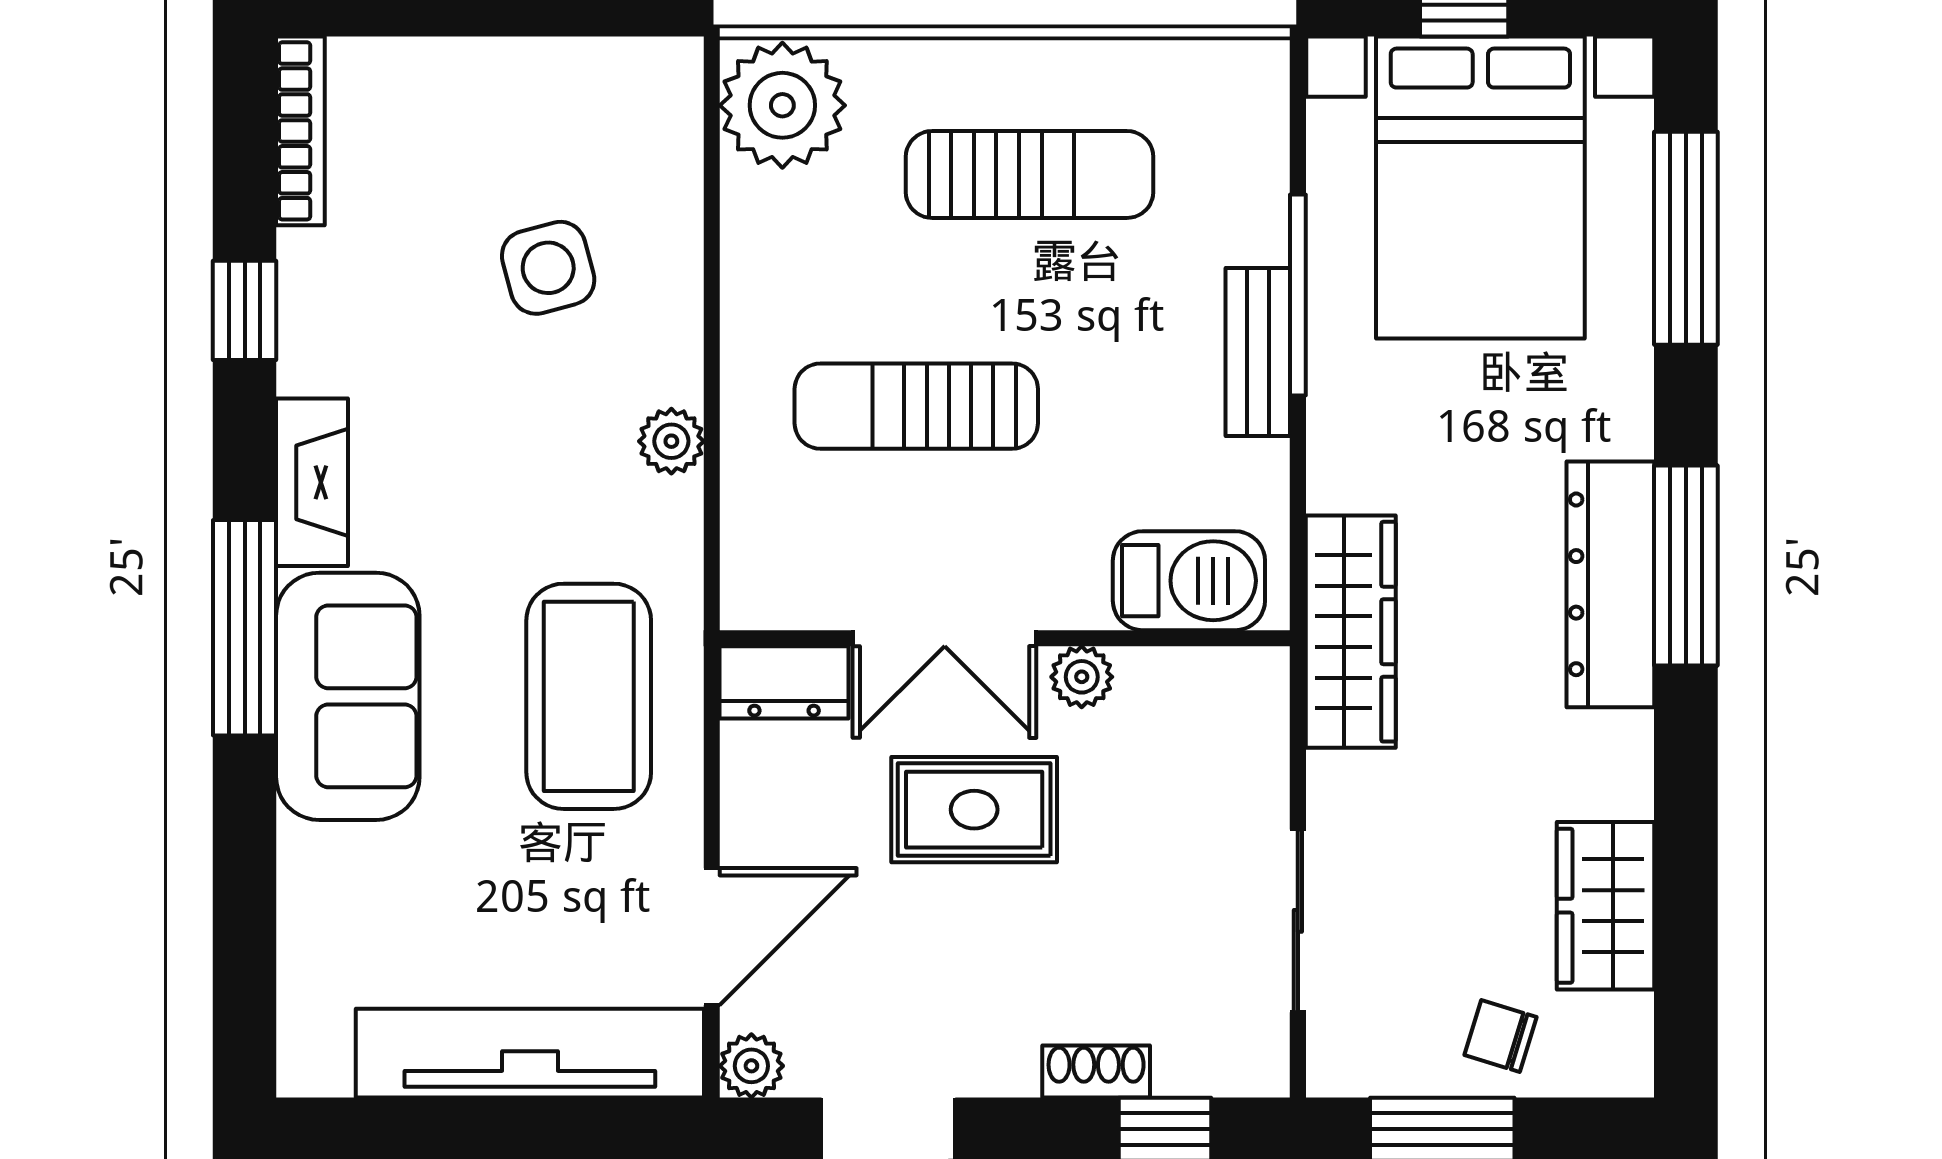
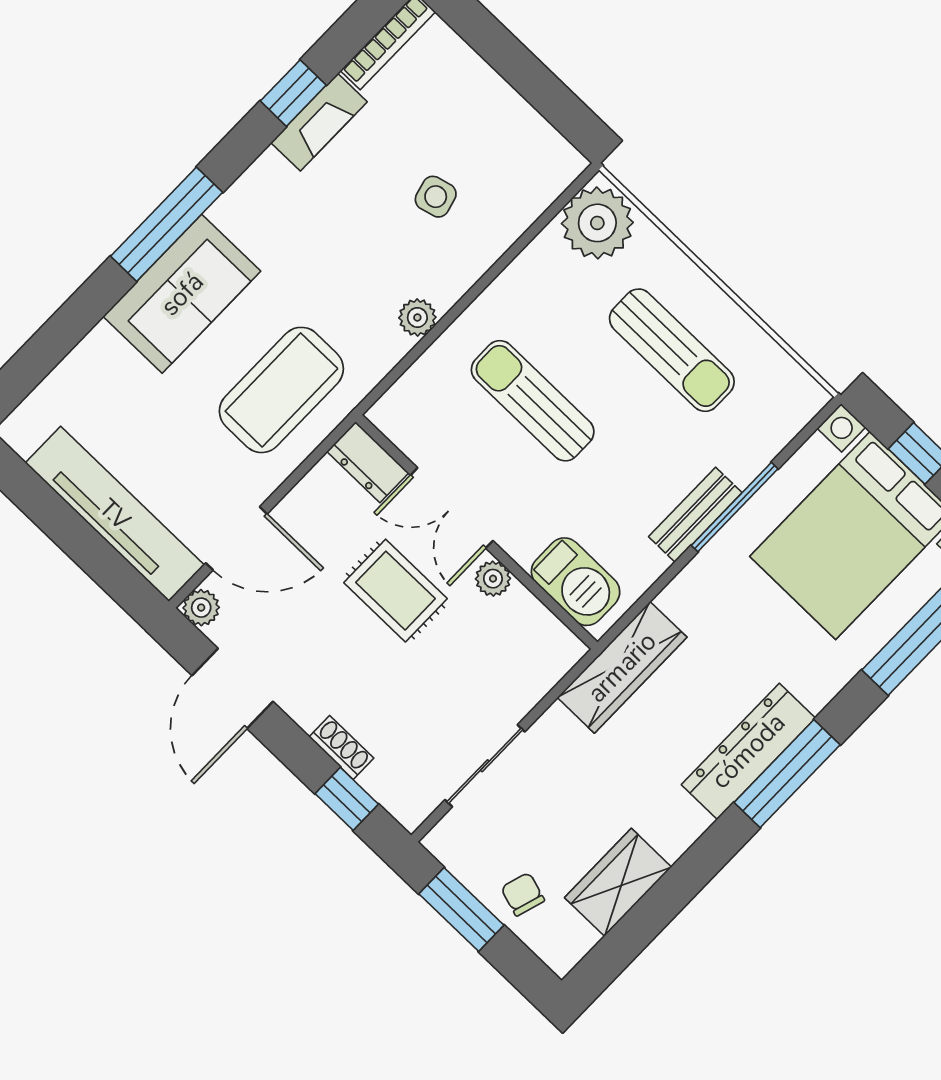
side table: (548, 268) -> (436, 197), width x0.73, depth x0.73
fireplace: (312, 482) -> (319, 122), moved

